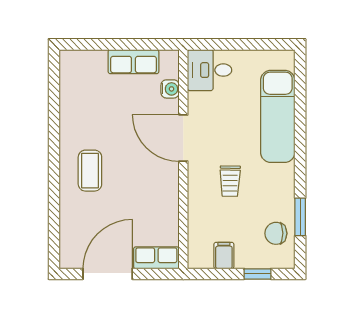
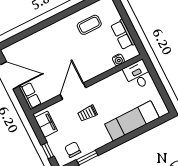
door: (183, 138) -> (73, 91), moved
coffee table: (90, 171) -> (89, 25), moved
filing cabinet: (224, 256) -> (46, 124), width x2.00

